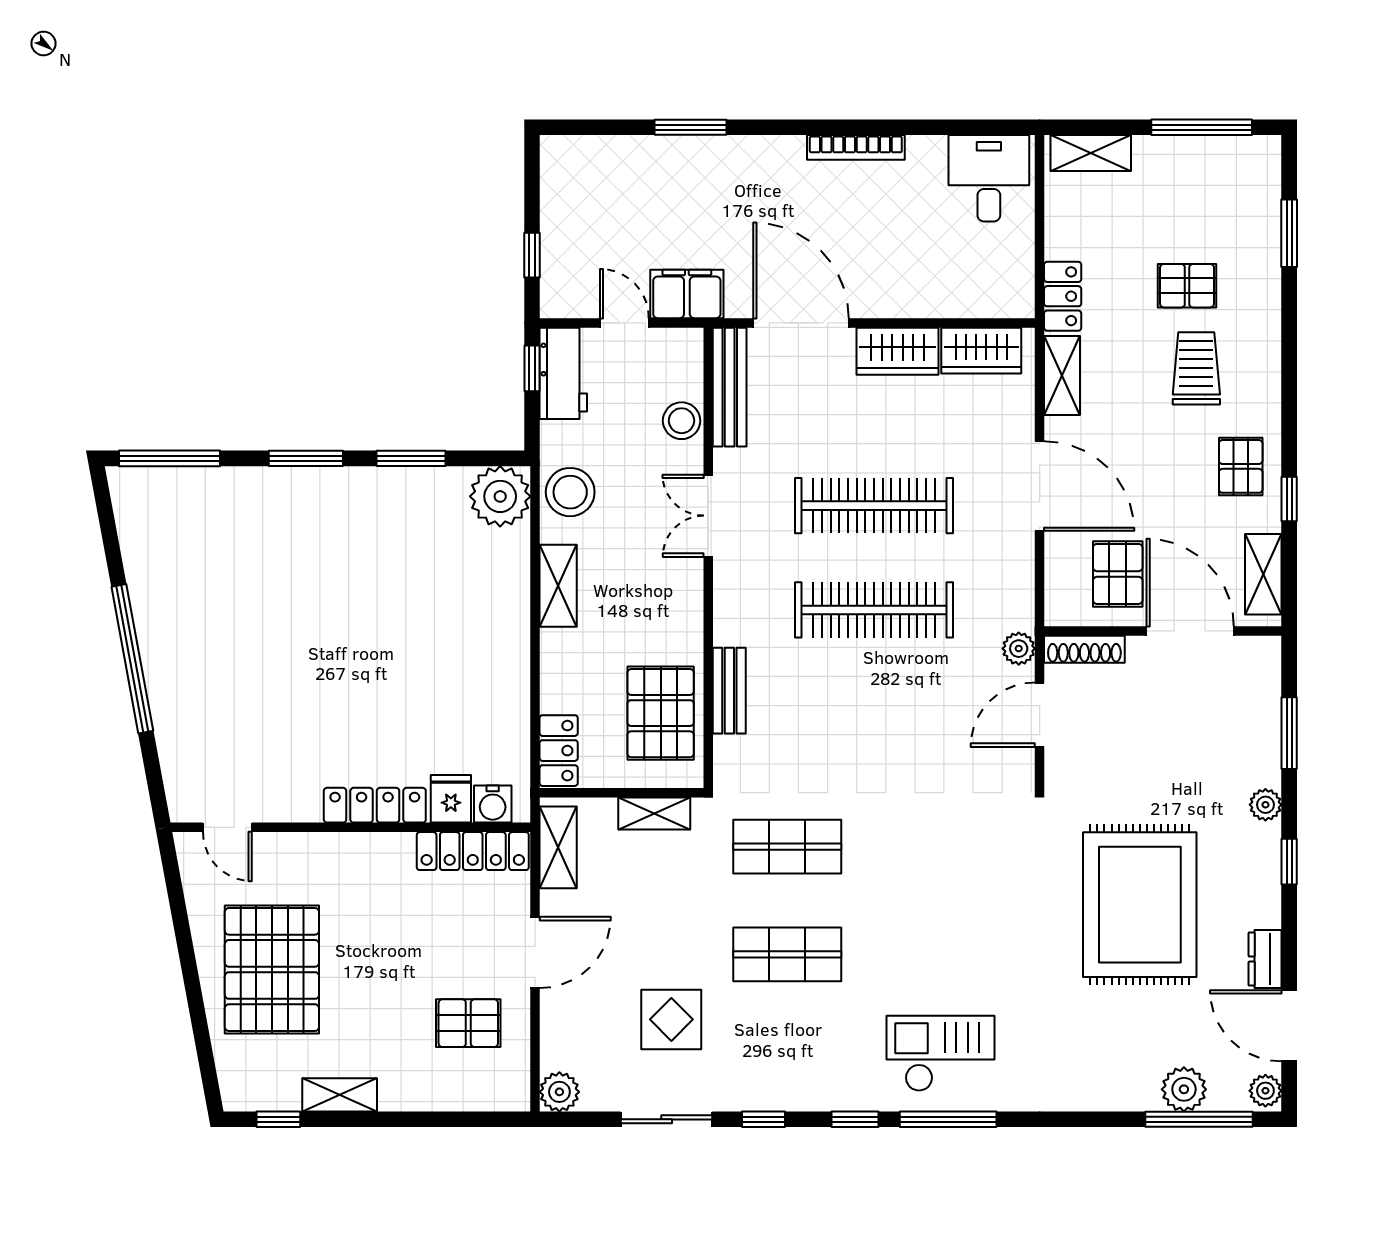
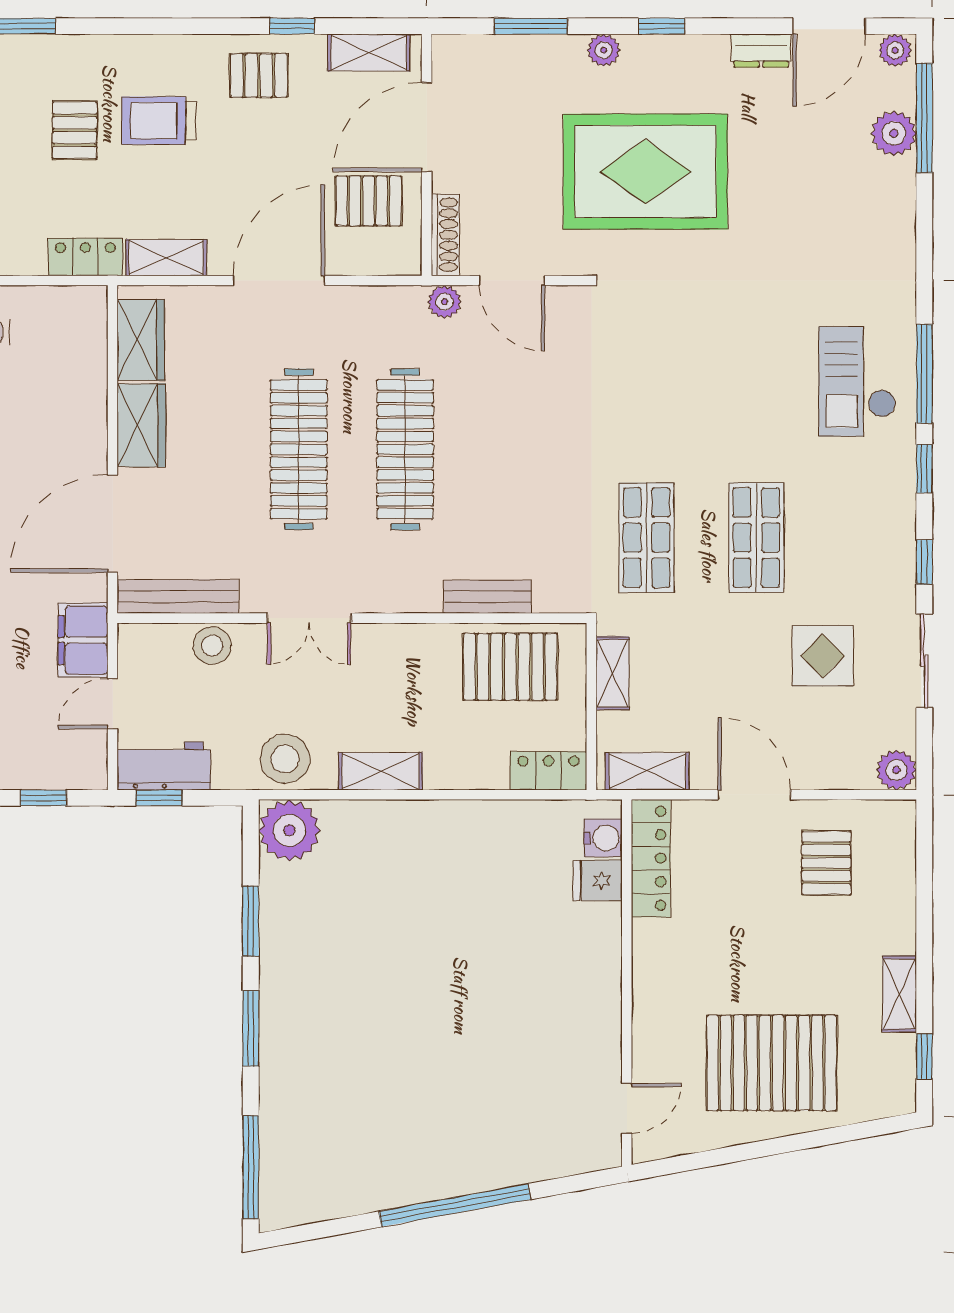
locker: (375, 805) -> (604, 958), removed
rug: (1140, 905) -> (645, 172), moved

